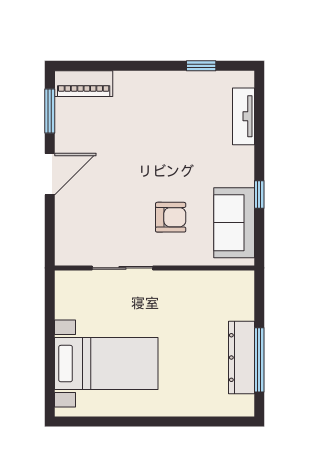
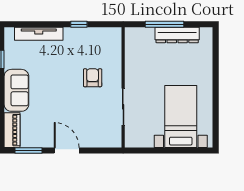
tv unit: (244, 116) -> (39, 34), width x1.41
sofa: (234, 223) -> (16, 90), moved, turned -90
window: (259, 360) -> (164, 24), moved

